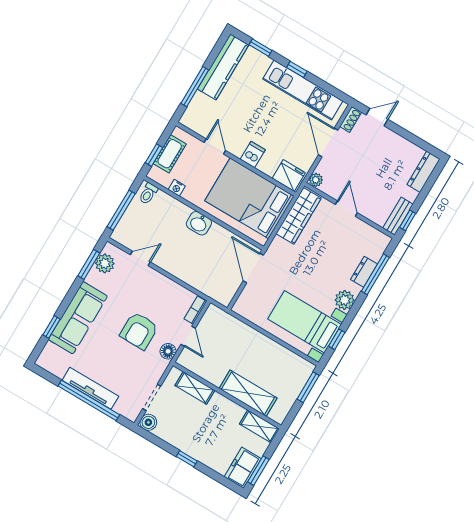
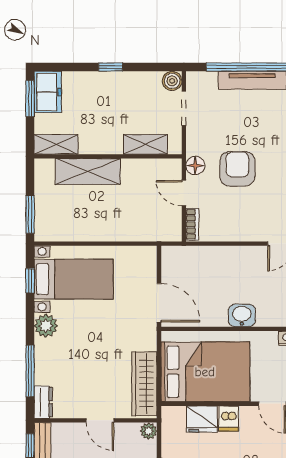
fridge: (289, 176) -> (202, 419), moved
dresser: (364, 272) -> (43, 402), moved

